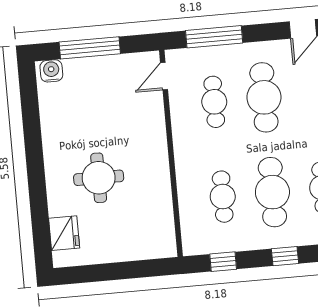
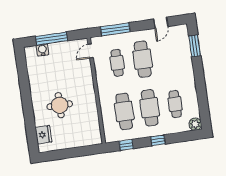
water cooler: (51, 71) -> (42, 50), moved
cafe table: (223, 197) -> (124, 111), width x1.37, depth x1.35

